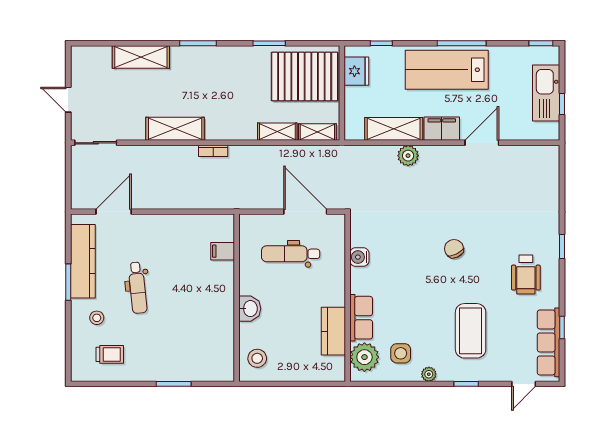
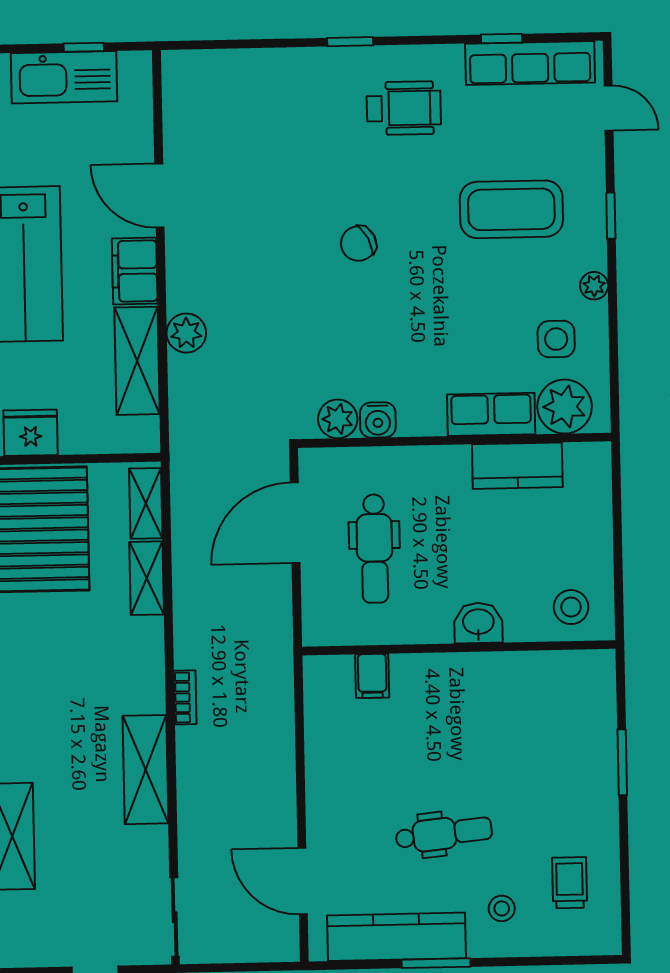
plant: (360, 236) -> (338, 419), added

